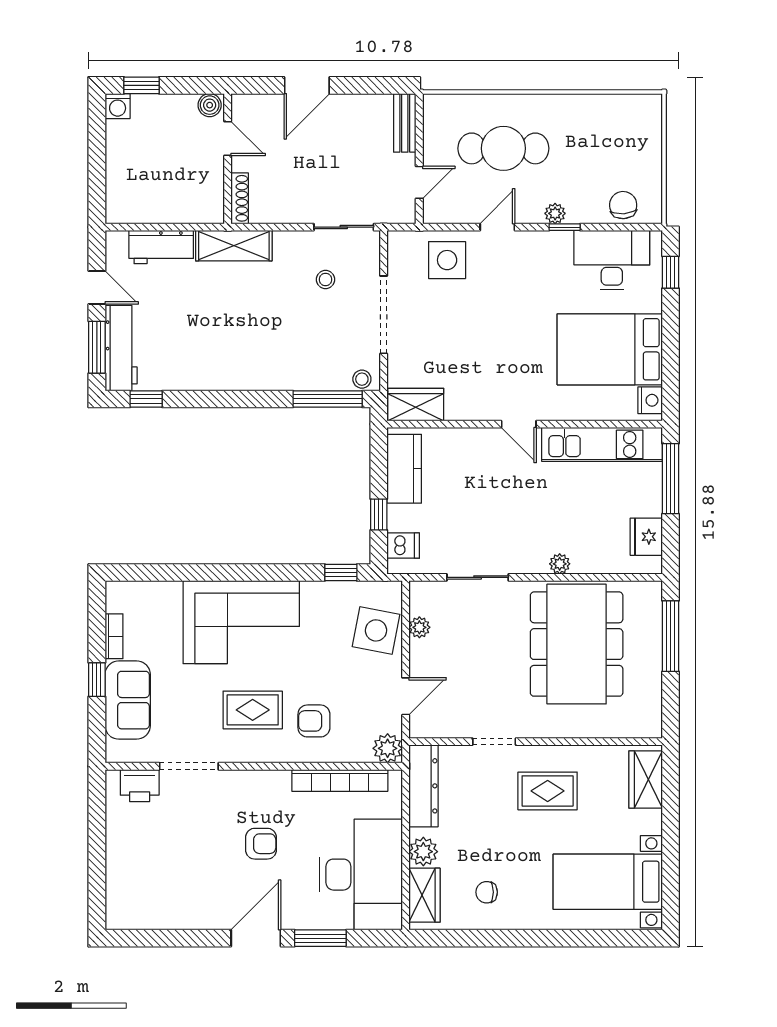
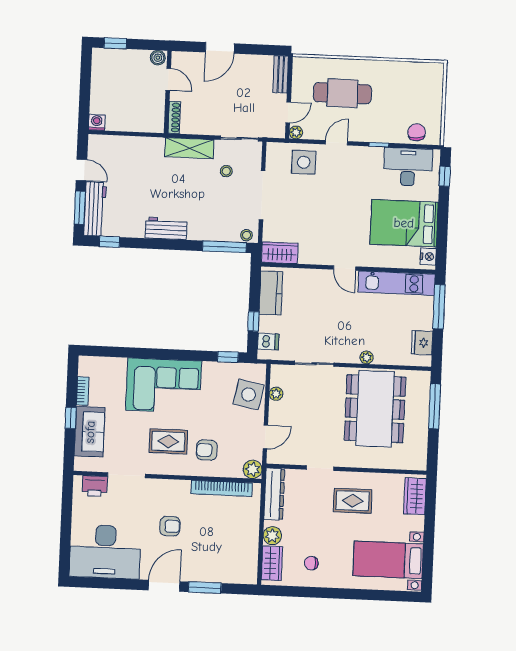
washing machine: (118, 106) -> (97, 122), moved, turned 180
plant: (555, 213) -> (296, 132), moved
shelving: (234, 246) -> (189, 148), moved
workbench: (161, 247) -> (166, 228), moved, turned 180
desk: (361, 875) -> (105, 552), moved, turned 90

